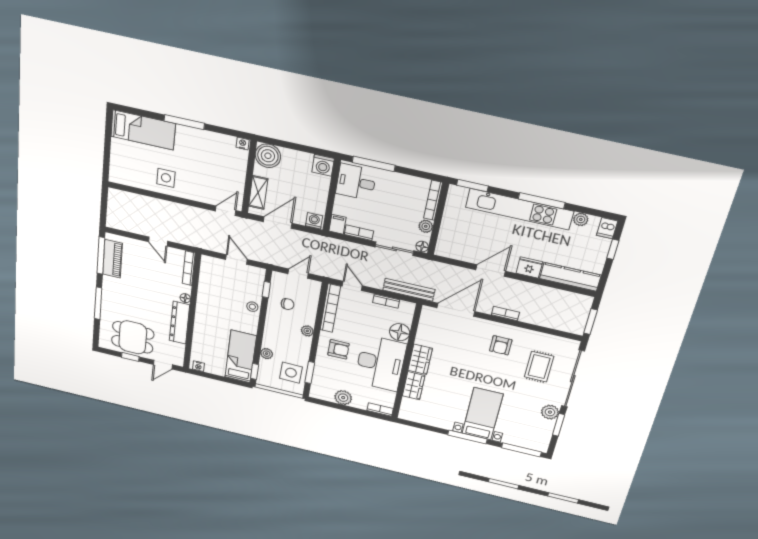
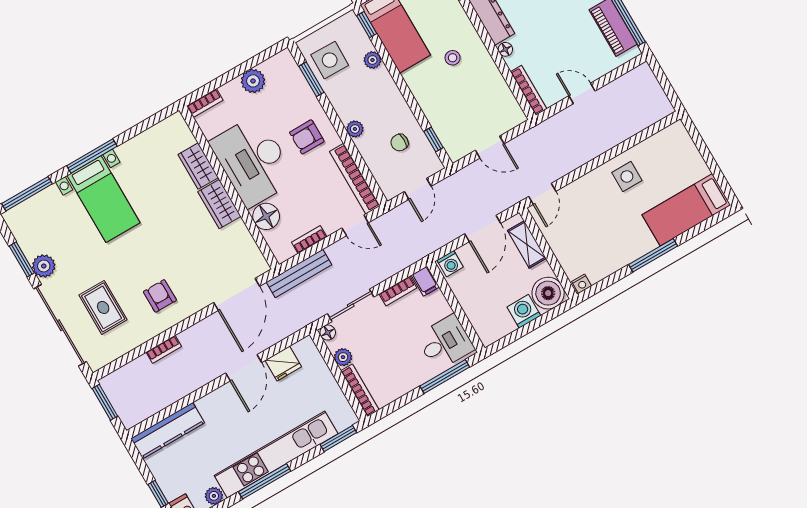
washing machine: (323, 165) -> (524, 311), moved
fridge: (529, 267) -> (283, 364), moved
stool: (252, 307) -> (453, 58), moved
bookcase: (505, 314) -> (164, 349), moved

